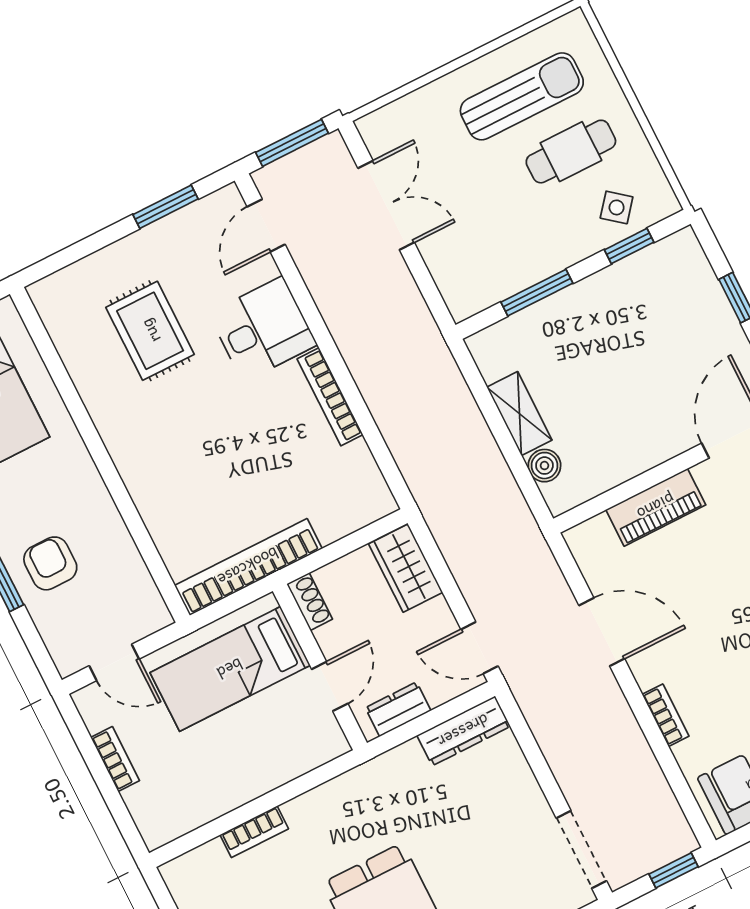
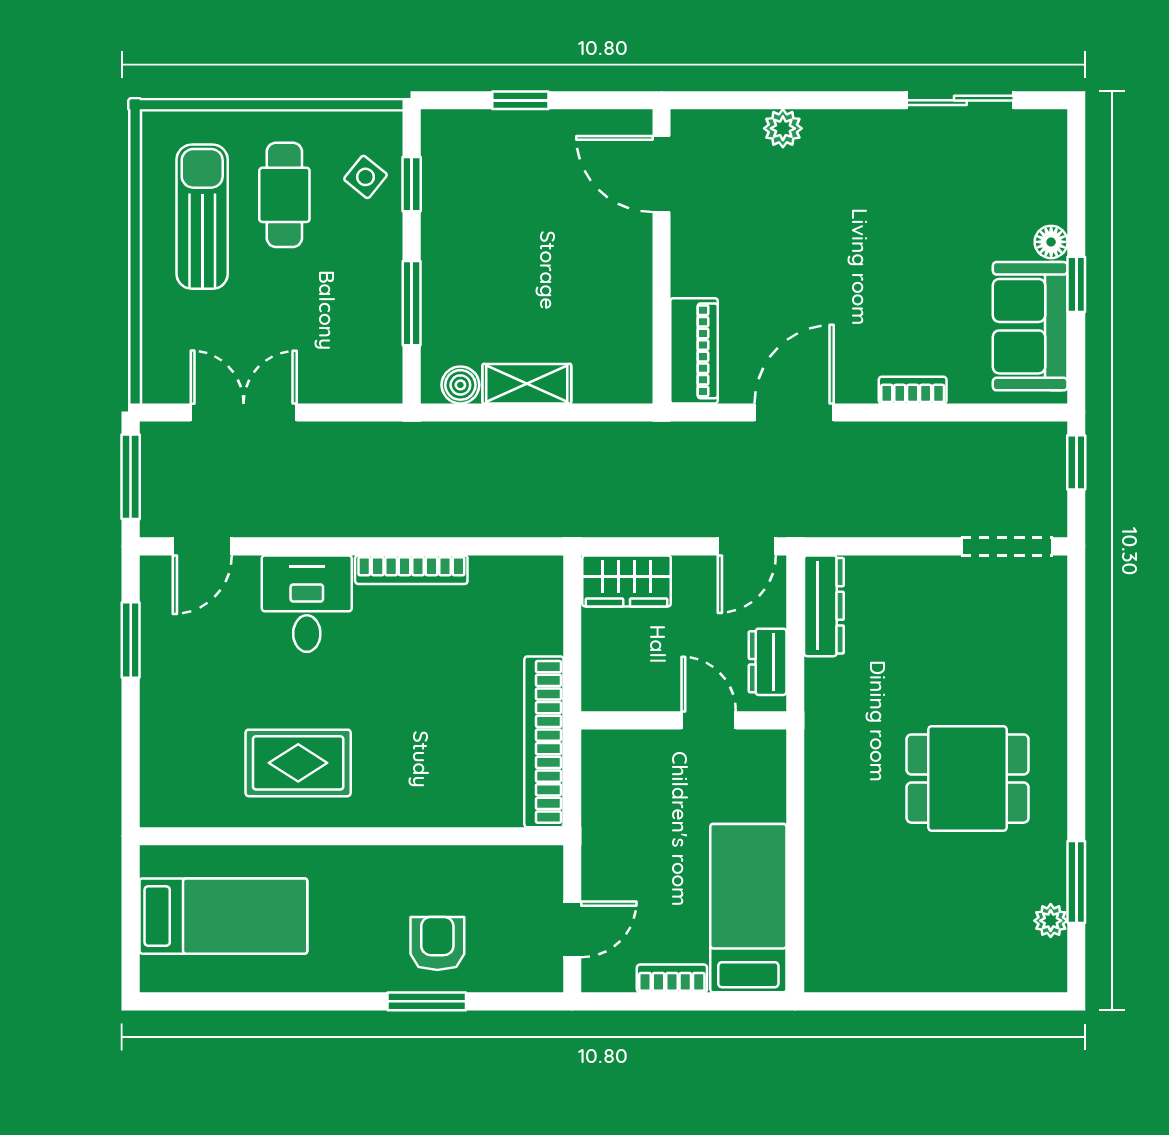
door: (266, 226) -> (202, 546), hinge flipped
rug: (150, 331) -> (298, 763), moved
boiler: (544, 466) -> (460, 385), moved
piano: (656, 507) -> (694, 351), moved
armchair: (50, 563) -> (437, 944), turned 90
shoe rack: (310, 602) -> (611, 697), removed
bed: (230, 669) -> (748, 908), moved, turned 180
bookcase: (254, 832) -> (819, 873), removed

